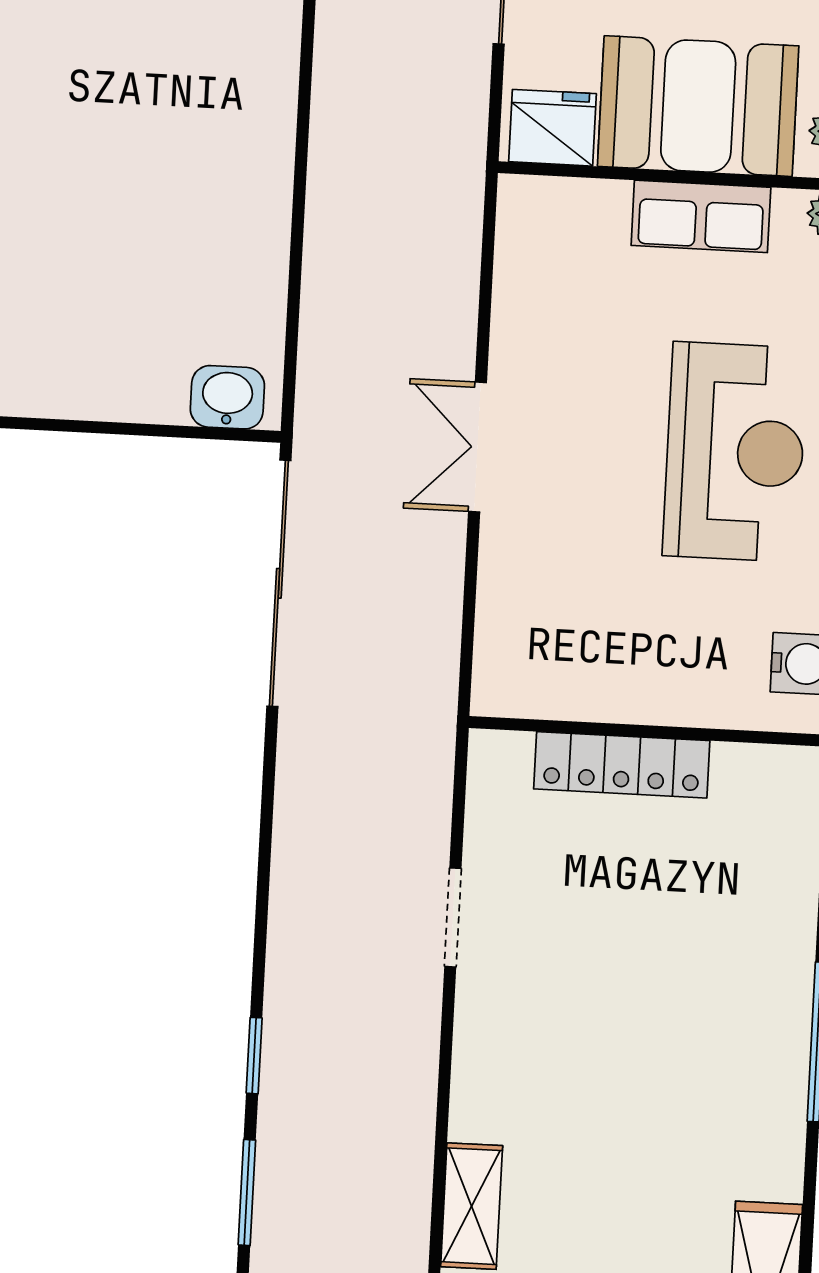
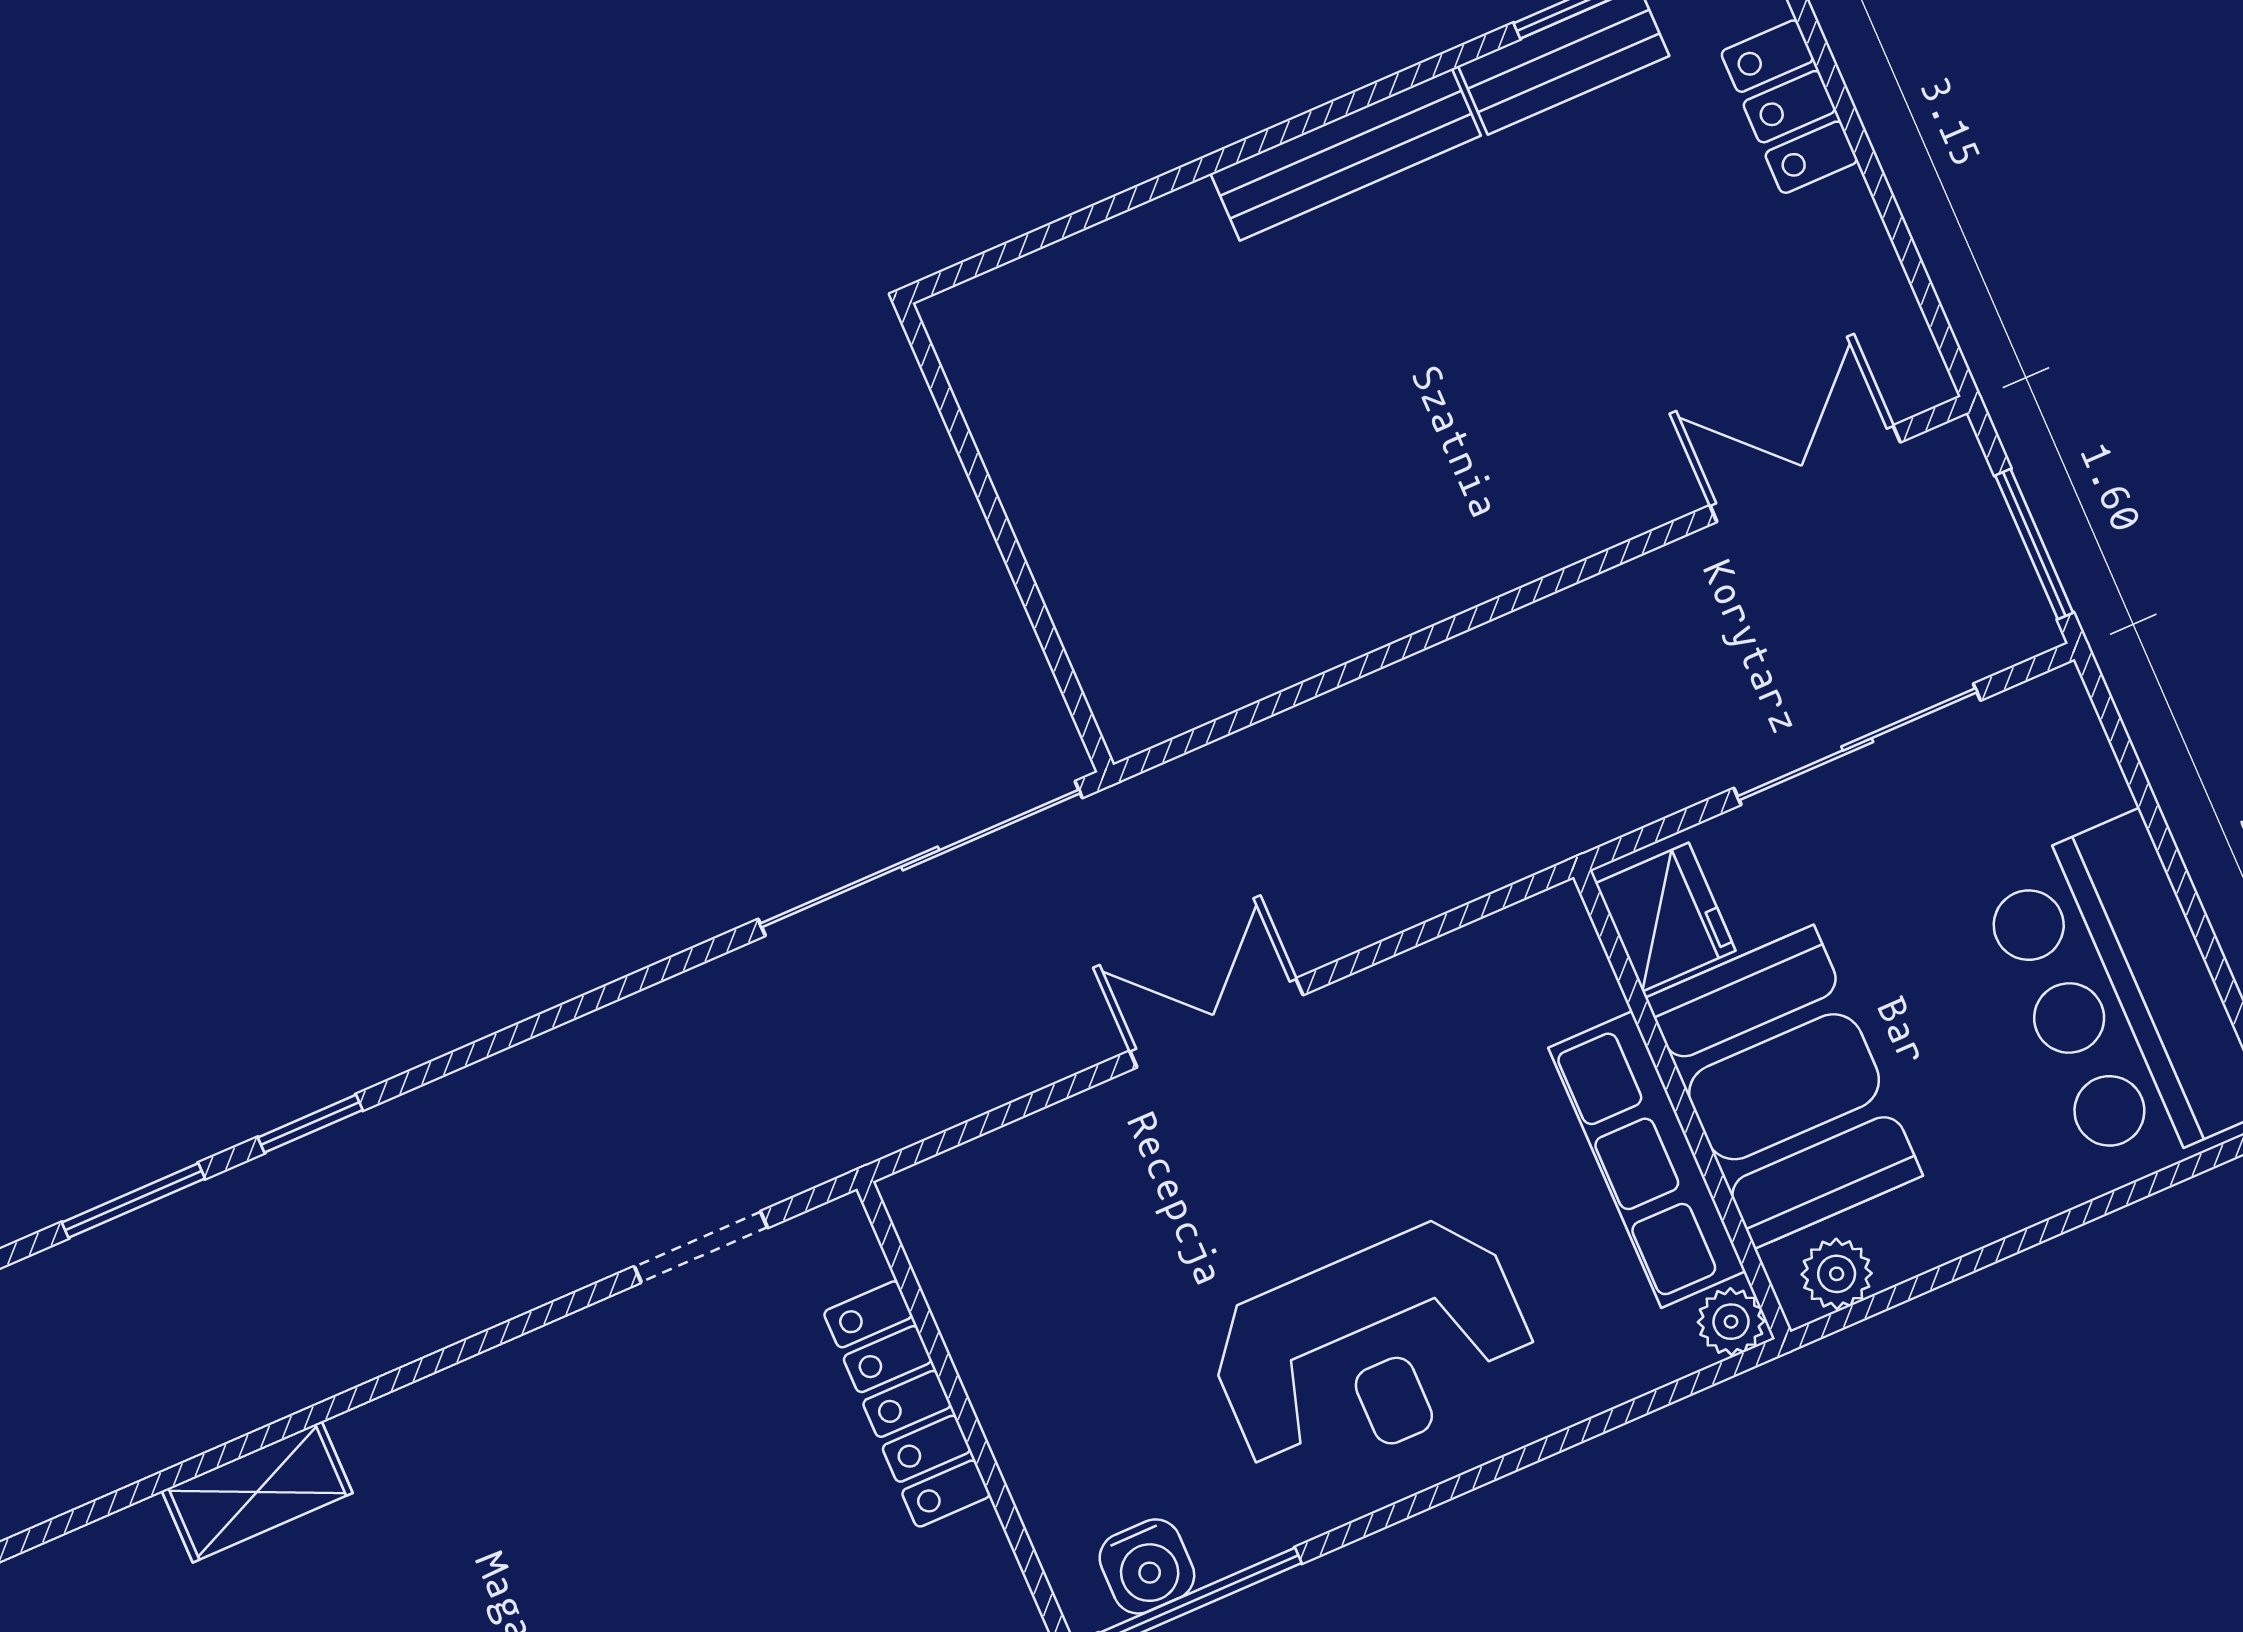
row of seats: (701, 216) -> (1647, 1160), width x1.48
washbasin: (227, 397) -> (1122, 677), removed
doorway: (453, 917) -> (701, 1247), moved

